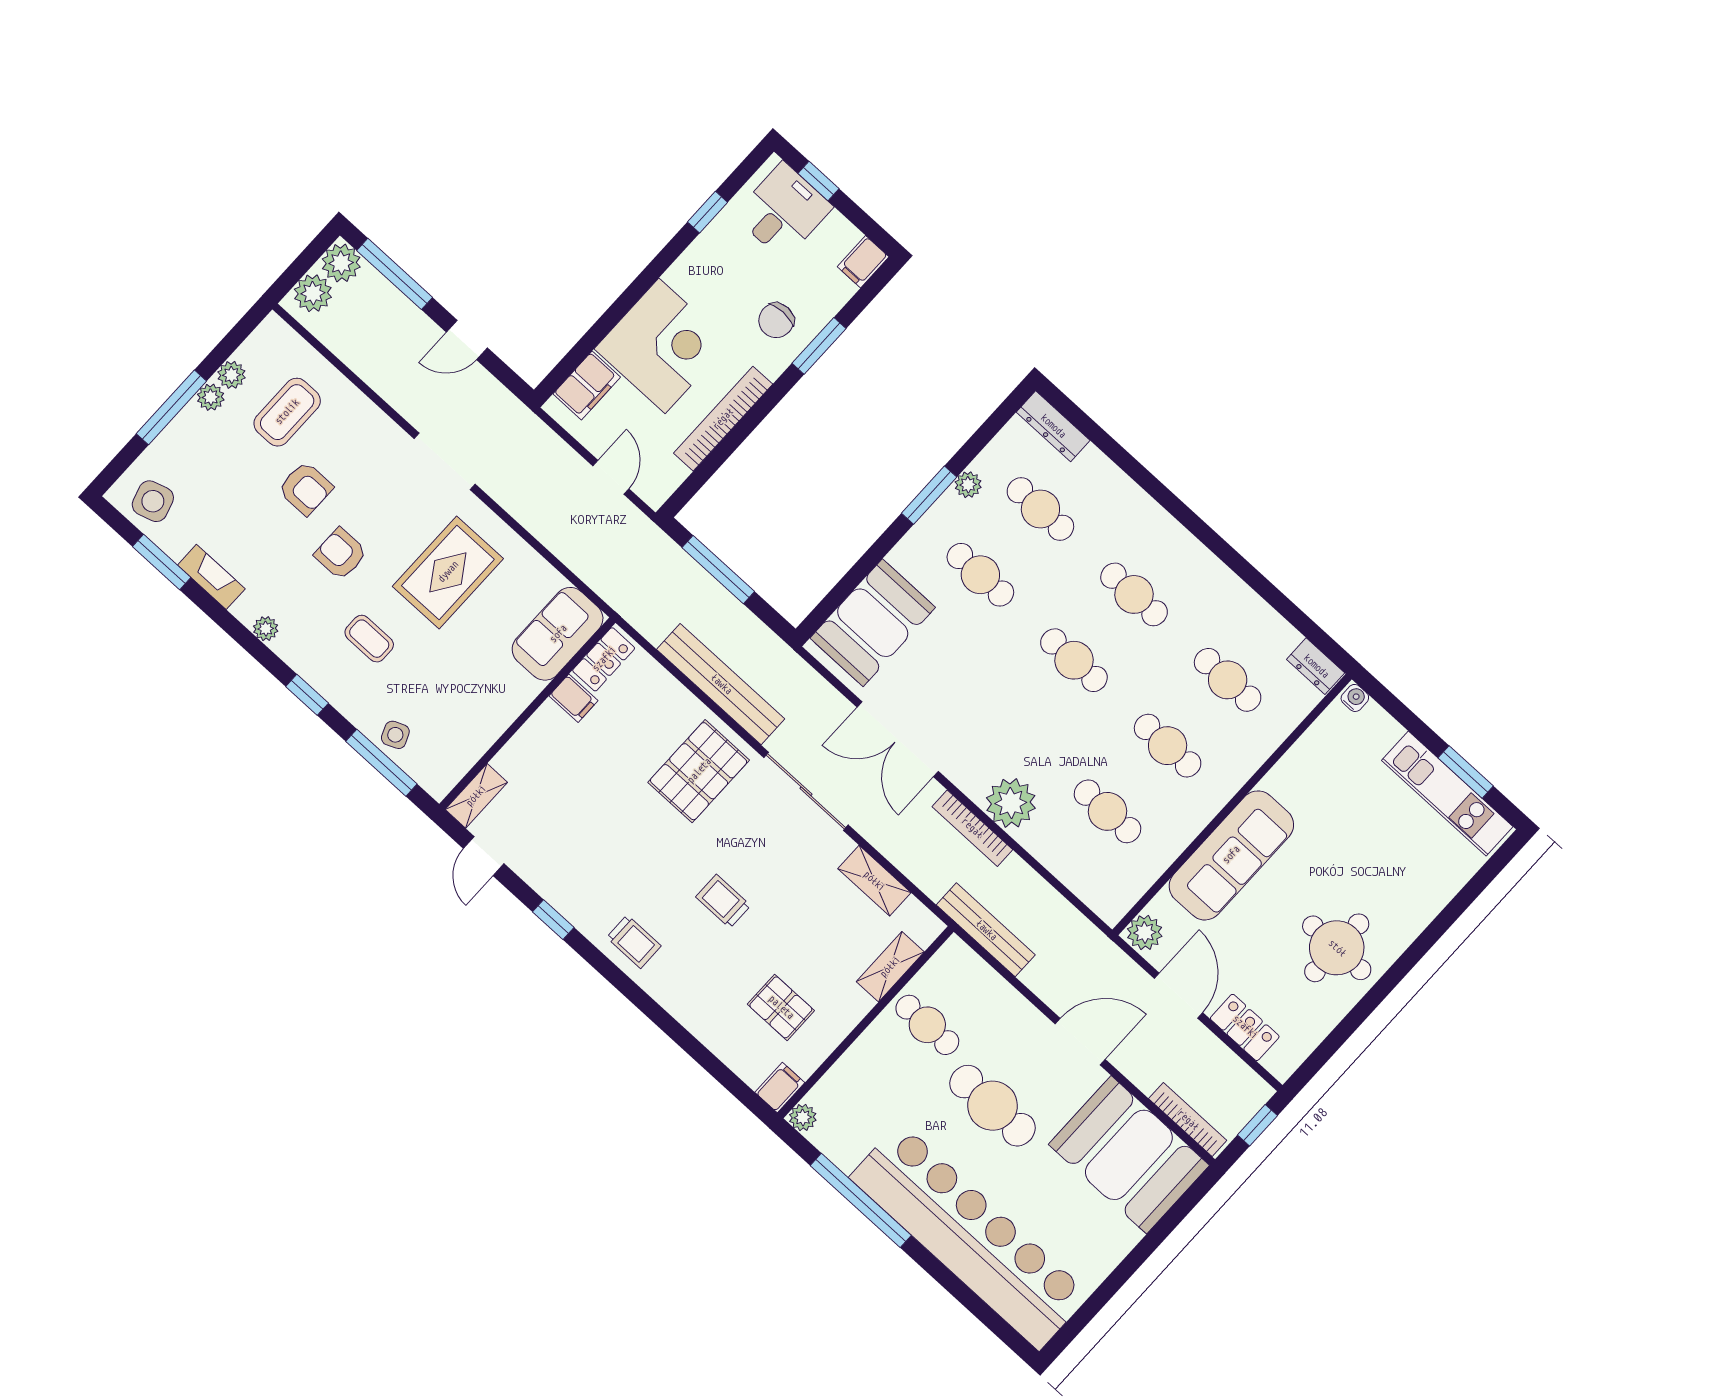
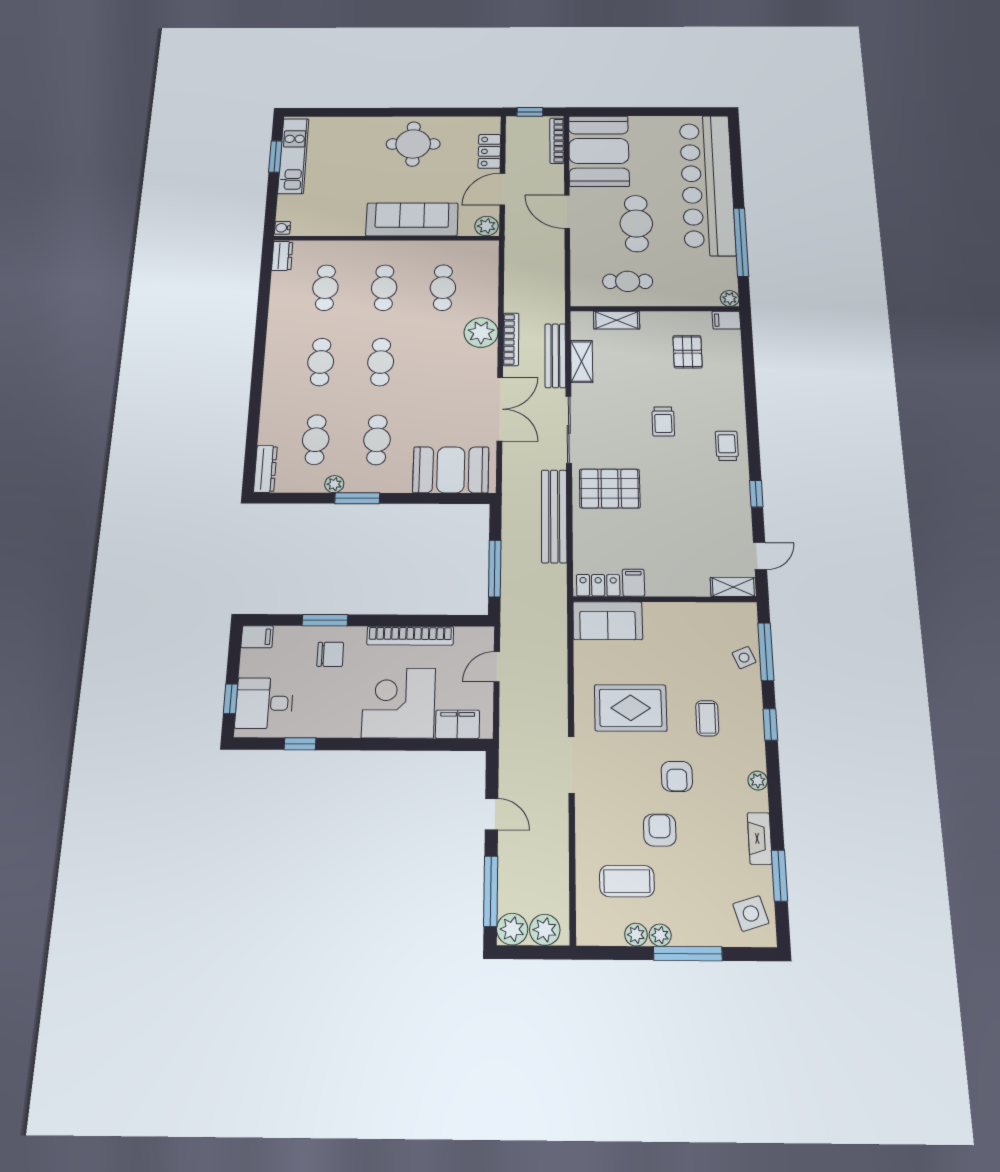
bench: (986, 930) -> (555, 356), moved
cafe table: (927, 1025) -> (628, 281), turned 90

